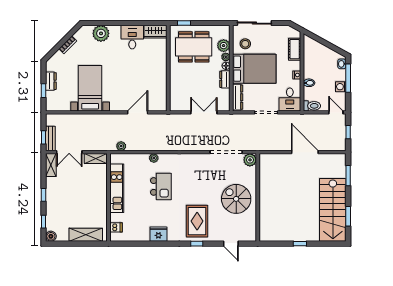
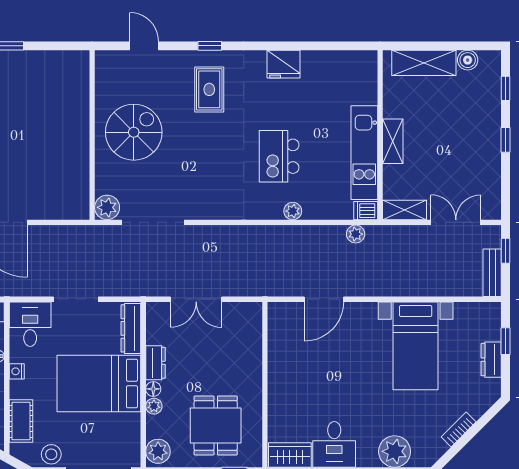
stool: (245, 44) -> (51, 454), moved
plant: (224, 46) -> (158, 451), moved
dining table: (194, 47) -> (216, 425), width x0.73
bench: (50, 138) -> (492, 273), moved
shelving: (51, 165) -> (393, 141), moved
spiral stairs: (236, 199) -> (134, 132), turned -90
rug: (197, 221) -> (209, 89), width x0.73, depth x0.70
dishwasher: (116, 227) -> (366, 211), moved
boiler: (51, 236) -> (468, 60), moved

